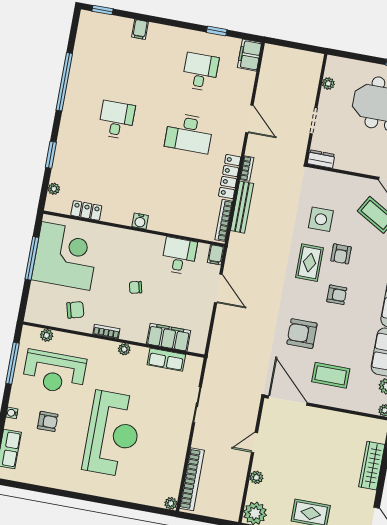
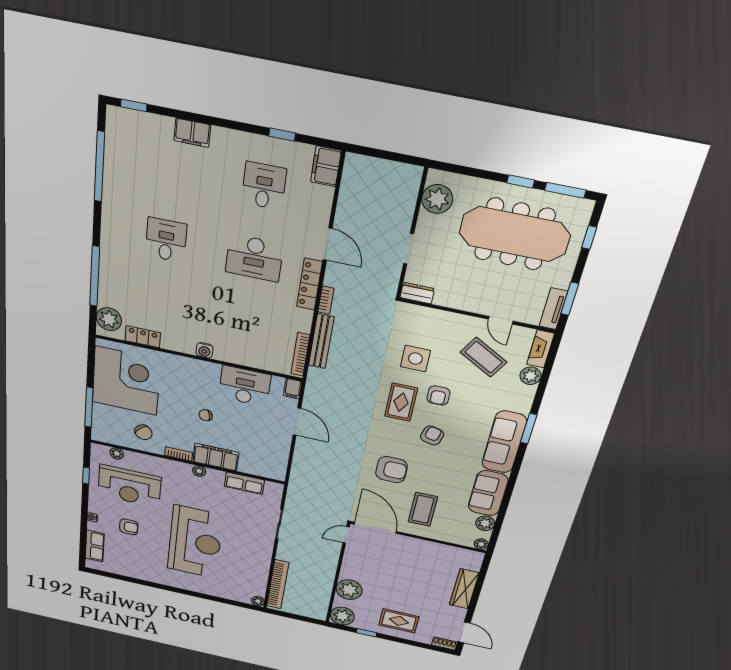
filing cabinet: (140, 29) -> (192, 133), width x2.00
window: (64, 82) -> (99, 167), moved
plant: (328, 84) -> (437, 199), width x1.88, depth x1.88
window: (51, 155) -> (95, 276), width x2.11
locker: (230, 177) -> (309, 284), moved
plant: (54, 189) -> (109, 319), width x1.88, depth x1.88
desk: (179, 256) -> (245, 386), width x1.37
window: (32, 258) -> (89, 407), moved
armchair: (337, 295) -> (432, 436), turned -76
chair: (75, 310) -> (143, 432), turned 62
armchair: (302, 334) -> (391, 470), turned 180
filing cabinet: (169, 337) -> (216, 457), moved
window: (13, 363) -> (86, 476), width x0.46
coffee table: (331, 375) -> (423, 509), turned 90
door: (254, 443) -> (346, 535), moved
plant: (256, 477) -> (349, 590), width x1.87, depth x1.87

